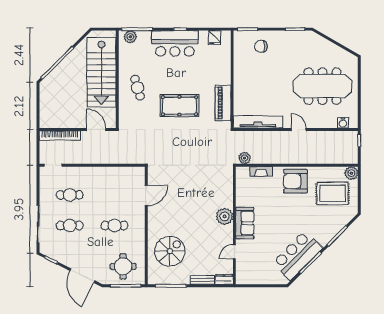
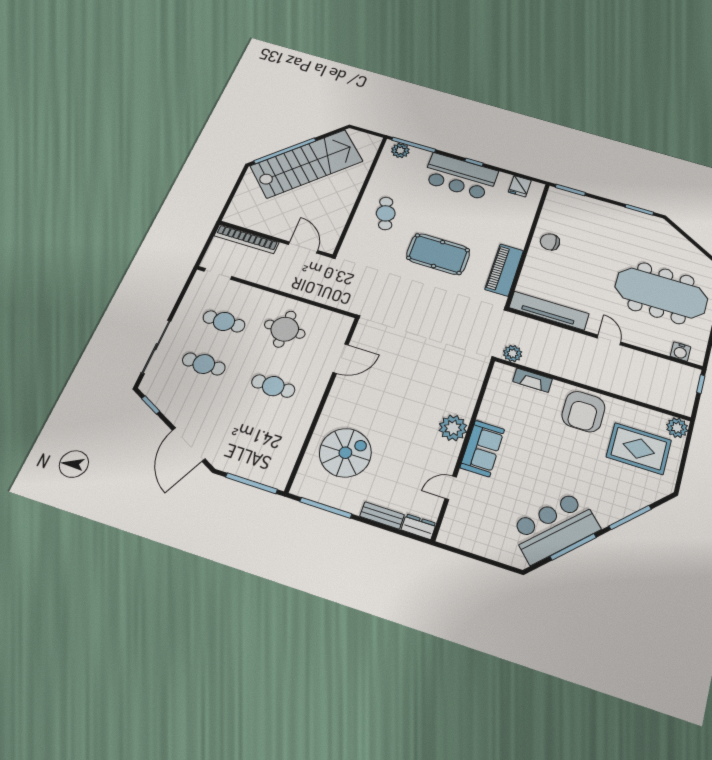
chair: (261, 46) -> (550, 242), moved
stairs: (101, 72) -> (307, 164), moved, turned -135
armchair: (295, 181) -> (583, 412), turned -90
round table: (123, 266) -> (285, 329), moved

